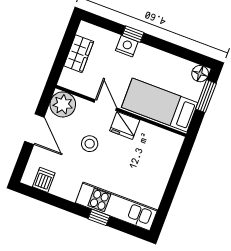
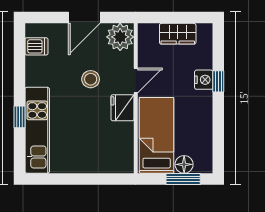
floor lamp: (200, 74) -> (184, 164), moved

